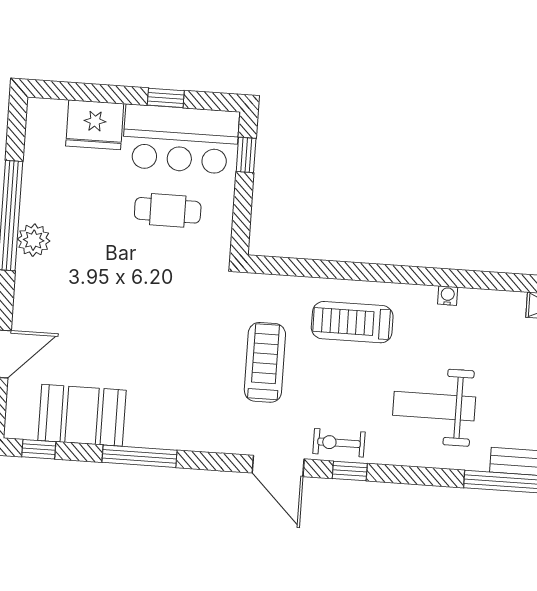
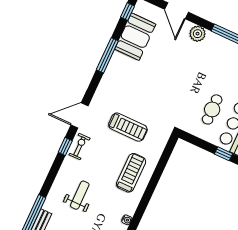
plant: (34, 240) -> (198, 34), moved
weight bench: (434, 406) -> (80, 195), width x0.73, depth x0.75

